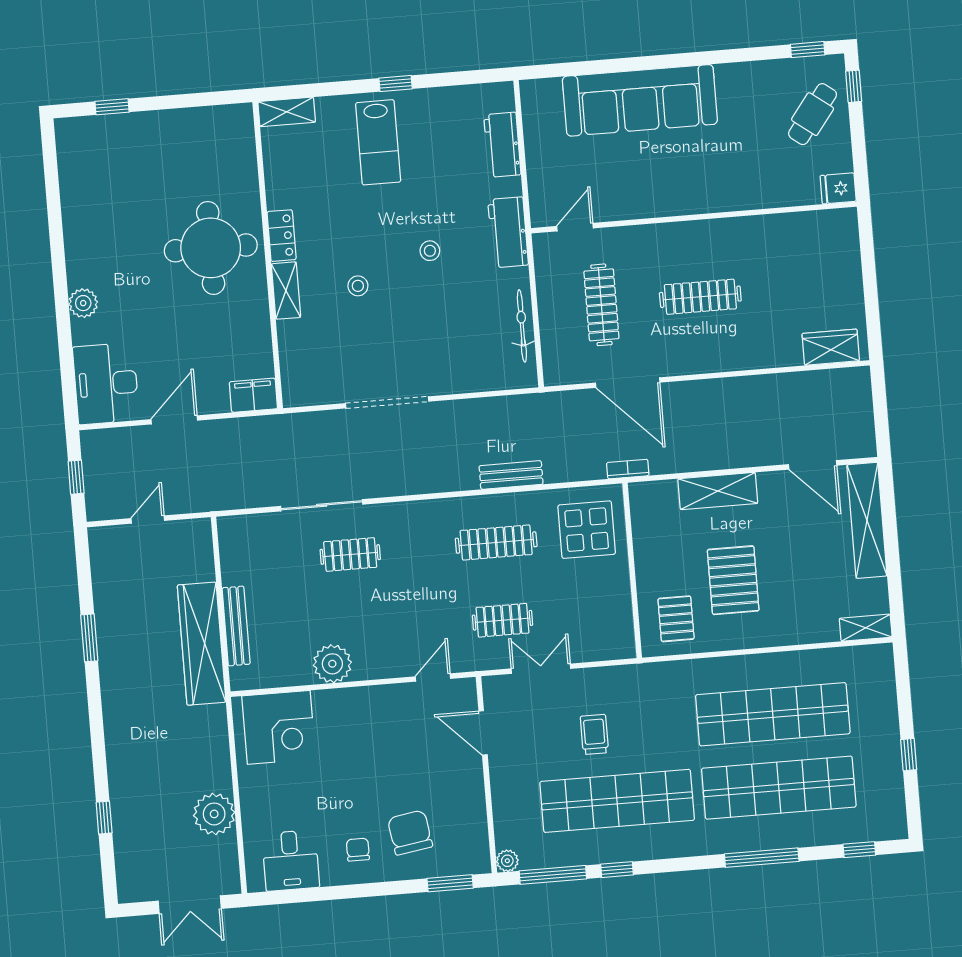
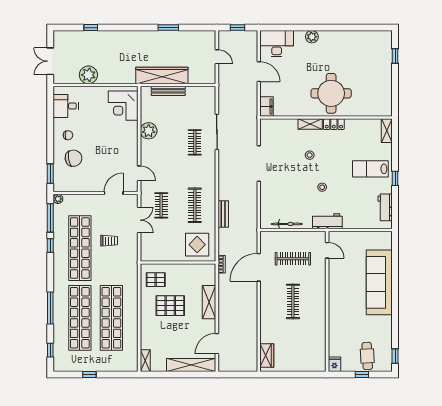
window: (854, 86) -> (362, 375), moved
cafe table: (813, 114) -> (367, 356), turned 50
workbench: (502, 145) -> (385, 207), moved, turned -90

